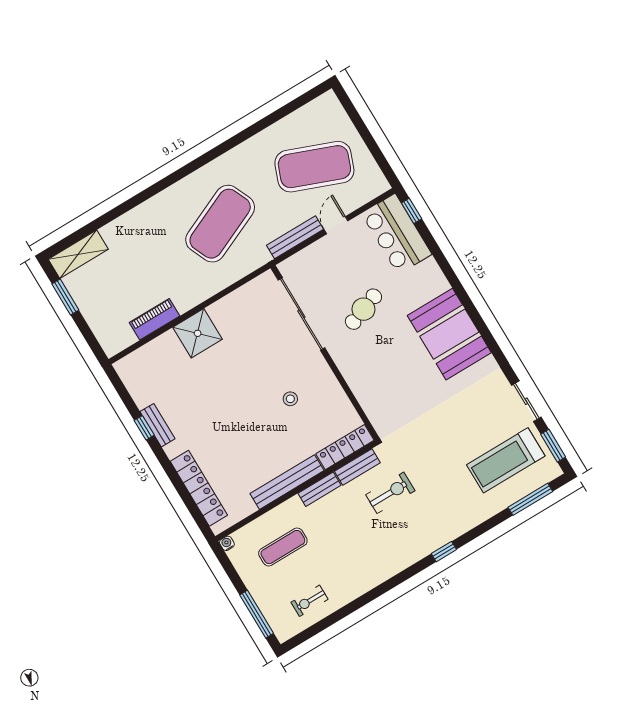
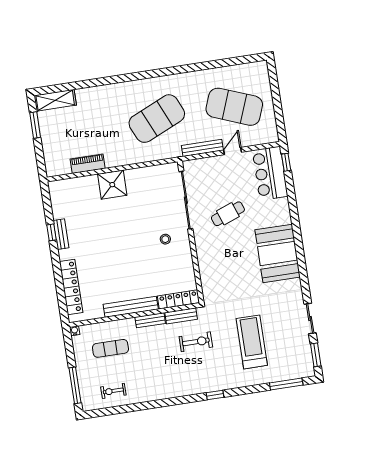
stool: (290, 399) -> (165, 239), moved
treadmill: (506, 460) -> (252, 342), moved, turned 90

